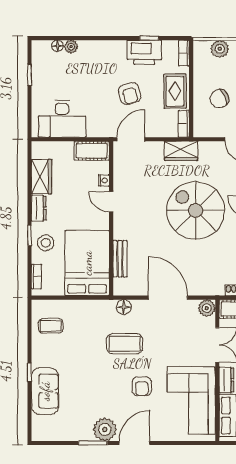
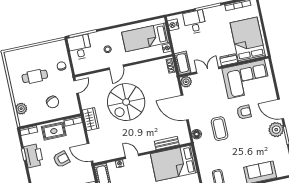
door: (111, 202) -> (132, 156), swing flipped
door: (168, 298) -> (185, 108), hinge flipped

